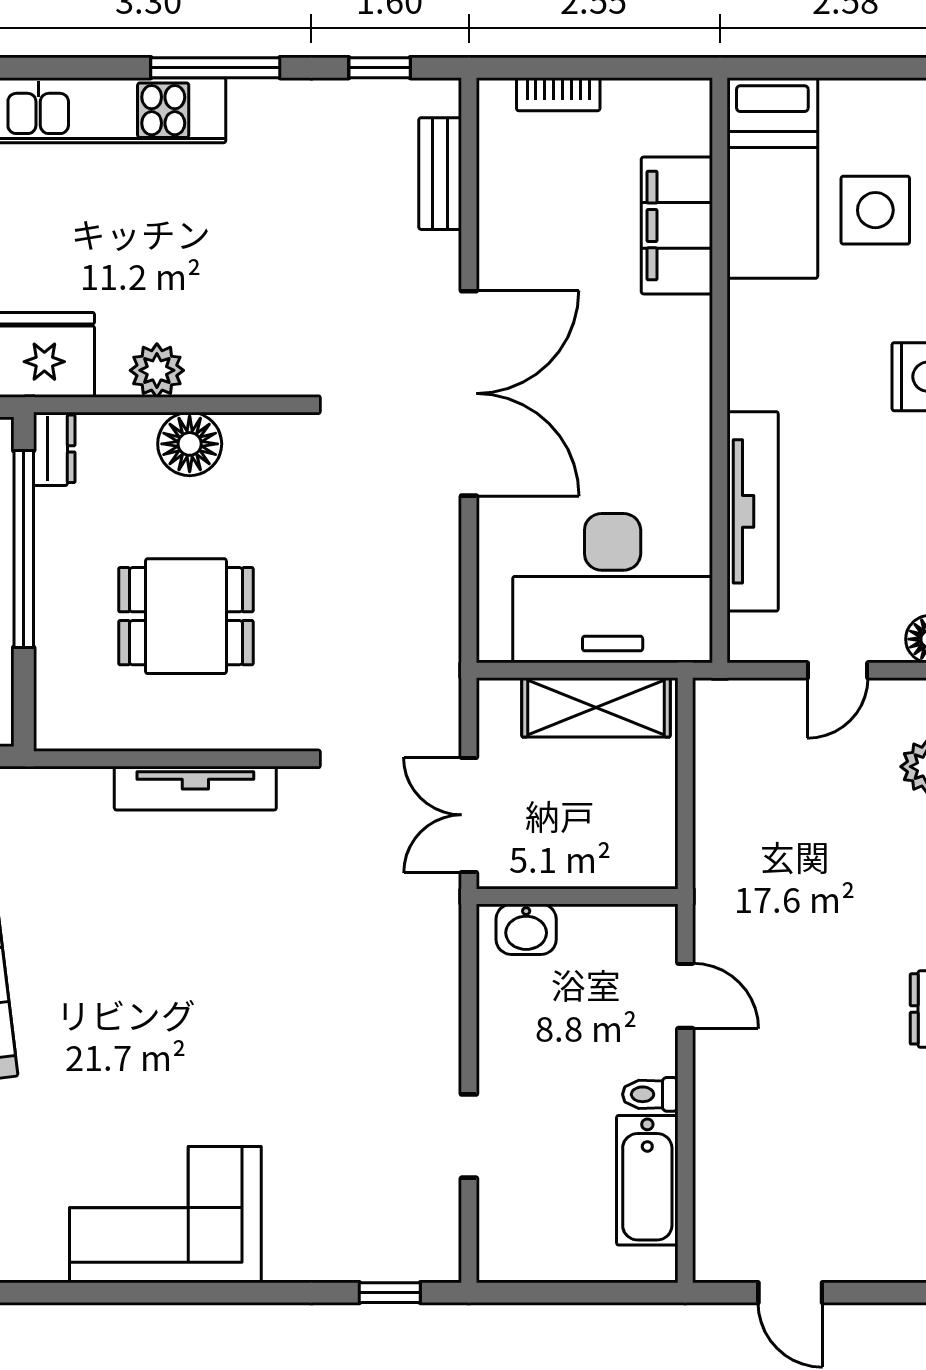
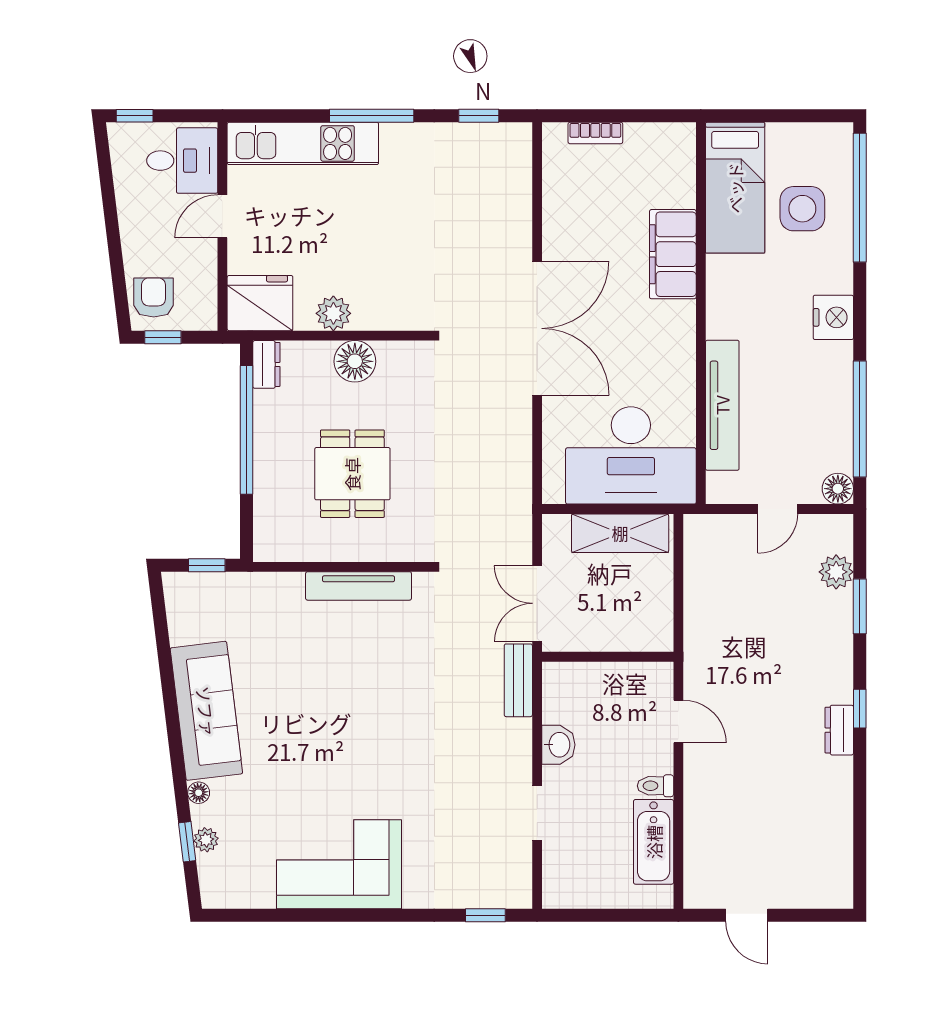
bench: (440, 174) -> (518, 680), moved
filing cabinet: (677, 225) -> (673, 254), moved
dining table: (186, 616) -> (352, 474), turned 90
washbasin: (526, 929) -> (558, 745), moved, turned -90

